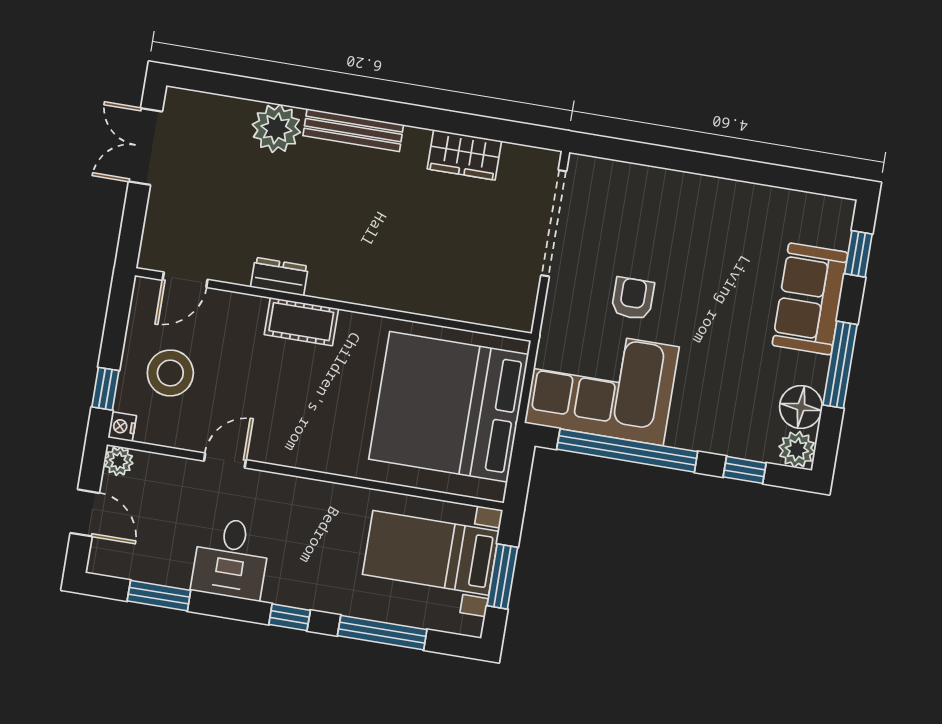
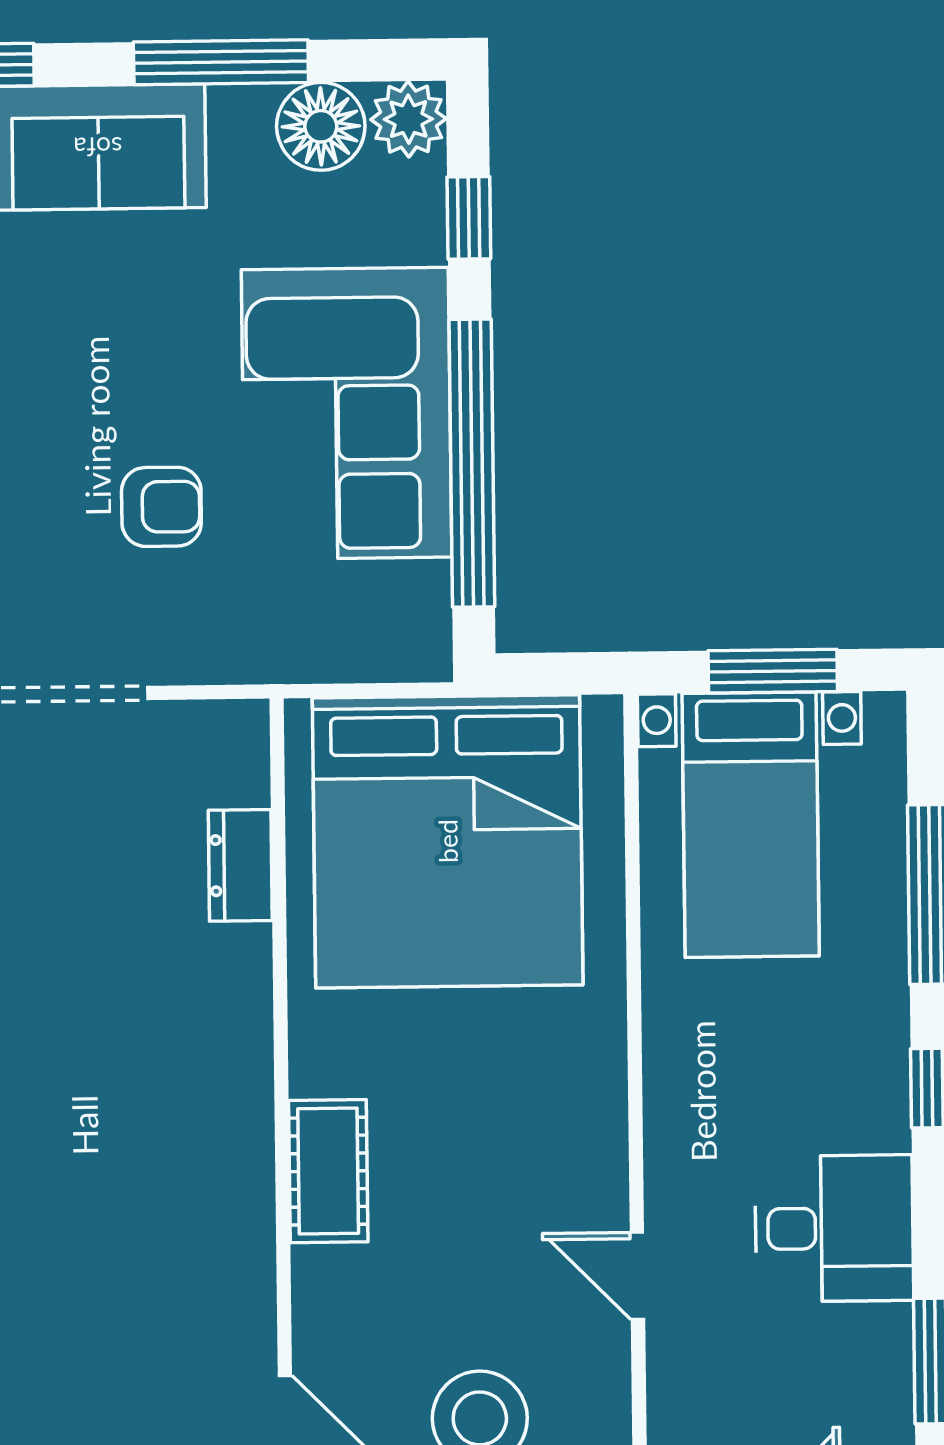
dresser: (279, 277) -> (240, 865), moved
armchair: (633, 299) -> (161, 507), turned 180
corner sofa: (602, 385) -> (347, 413), moved

